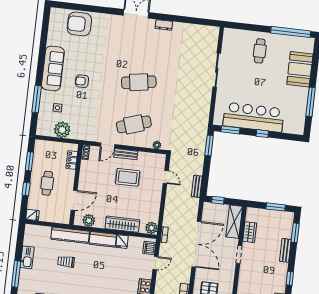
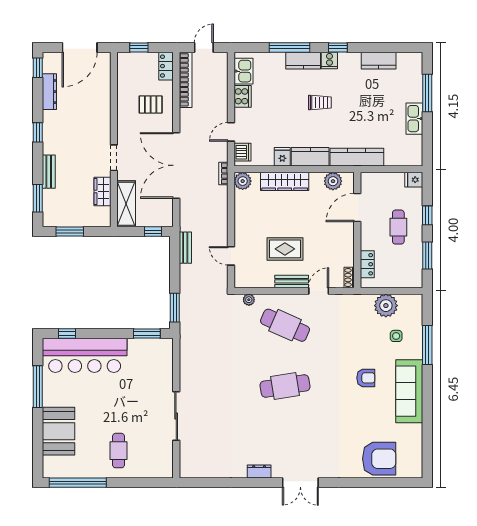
bar counter: (253, 117) -> (85, 355), moved
cafe table: (134, 124) -> (285, 325), turned 42
window: (262, 134) -> (67, 333), moved
trolley: (66, 262) -> (320, 102), moved

